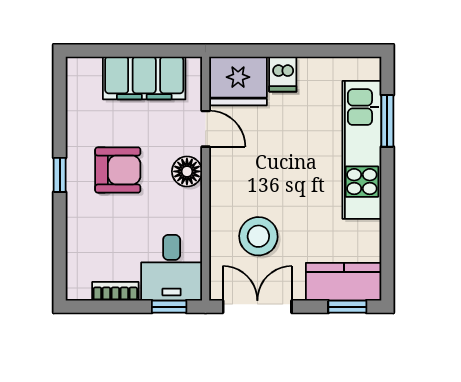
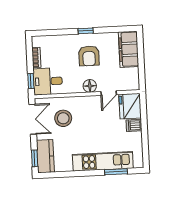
filing cabinet: (144, 78) -> (129, 49), moved

